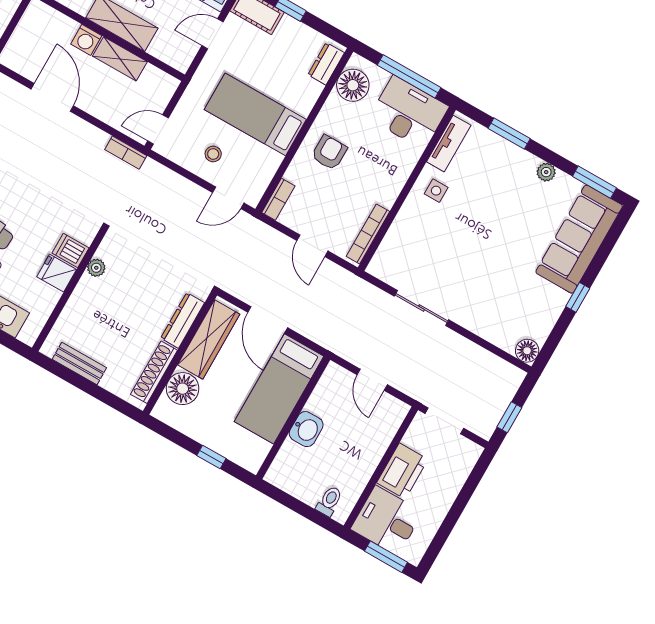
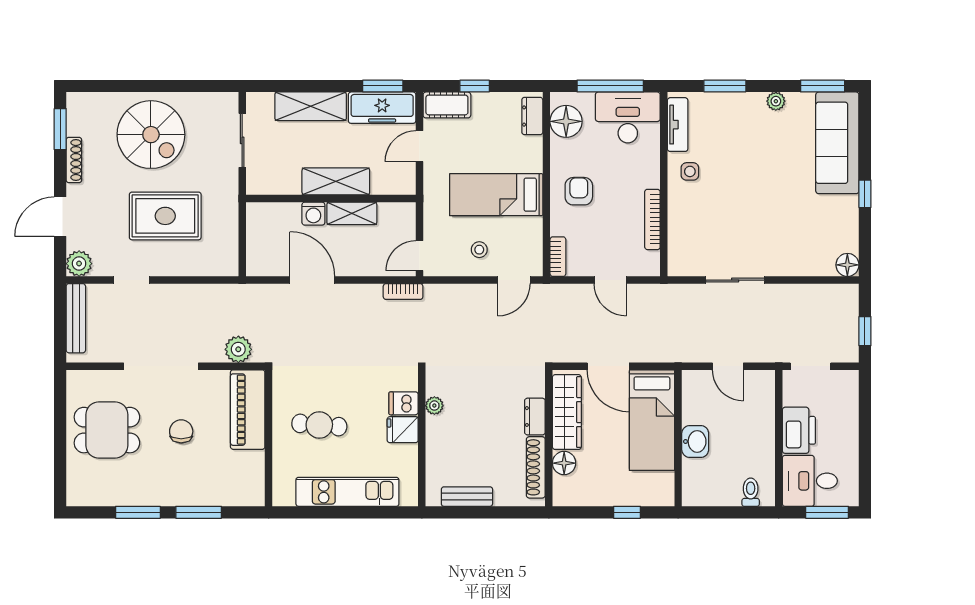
bookcase: (368, 234) -> (652, 219), moved
dresser: (183, 320) -> (535, 417), width x0.70
floor lamp: (183, 389) -> (564, 463), width x0.73, depth x0.73

